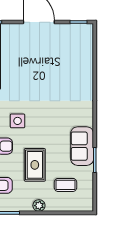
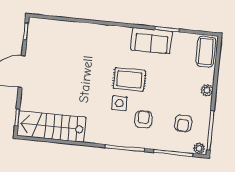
rug: (35, 165) -> (129, 79), moved
coffee table: (65, 185) -> (206, 52), moved, width x1.36, depth x1.30

